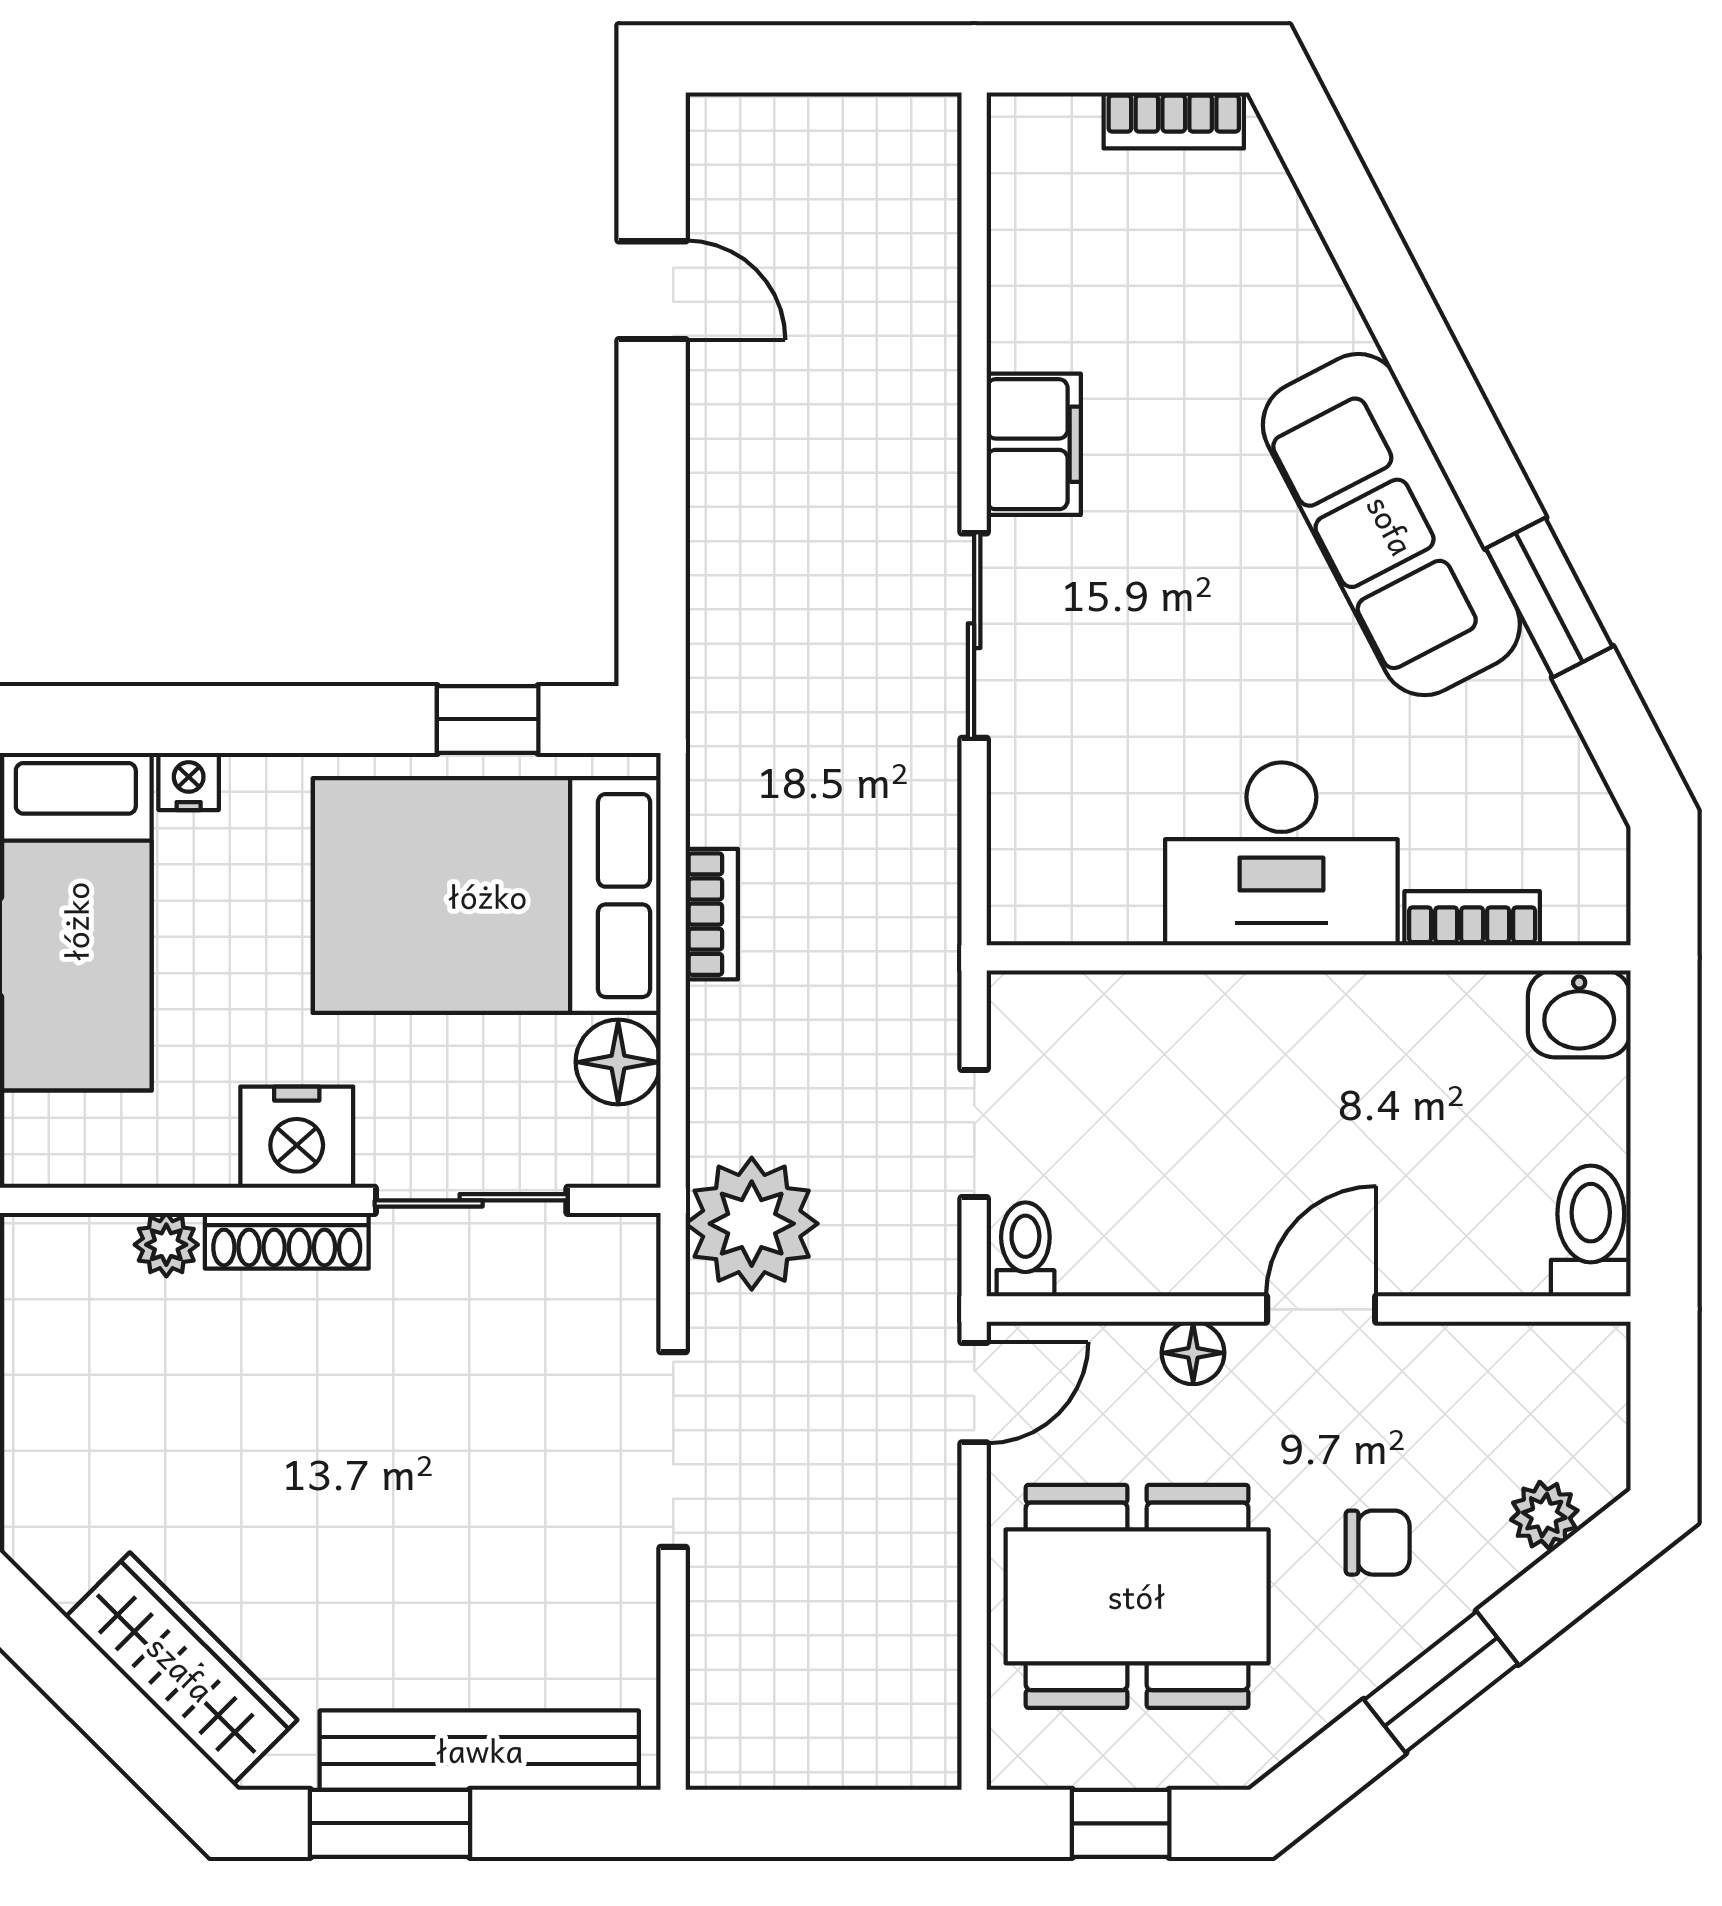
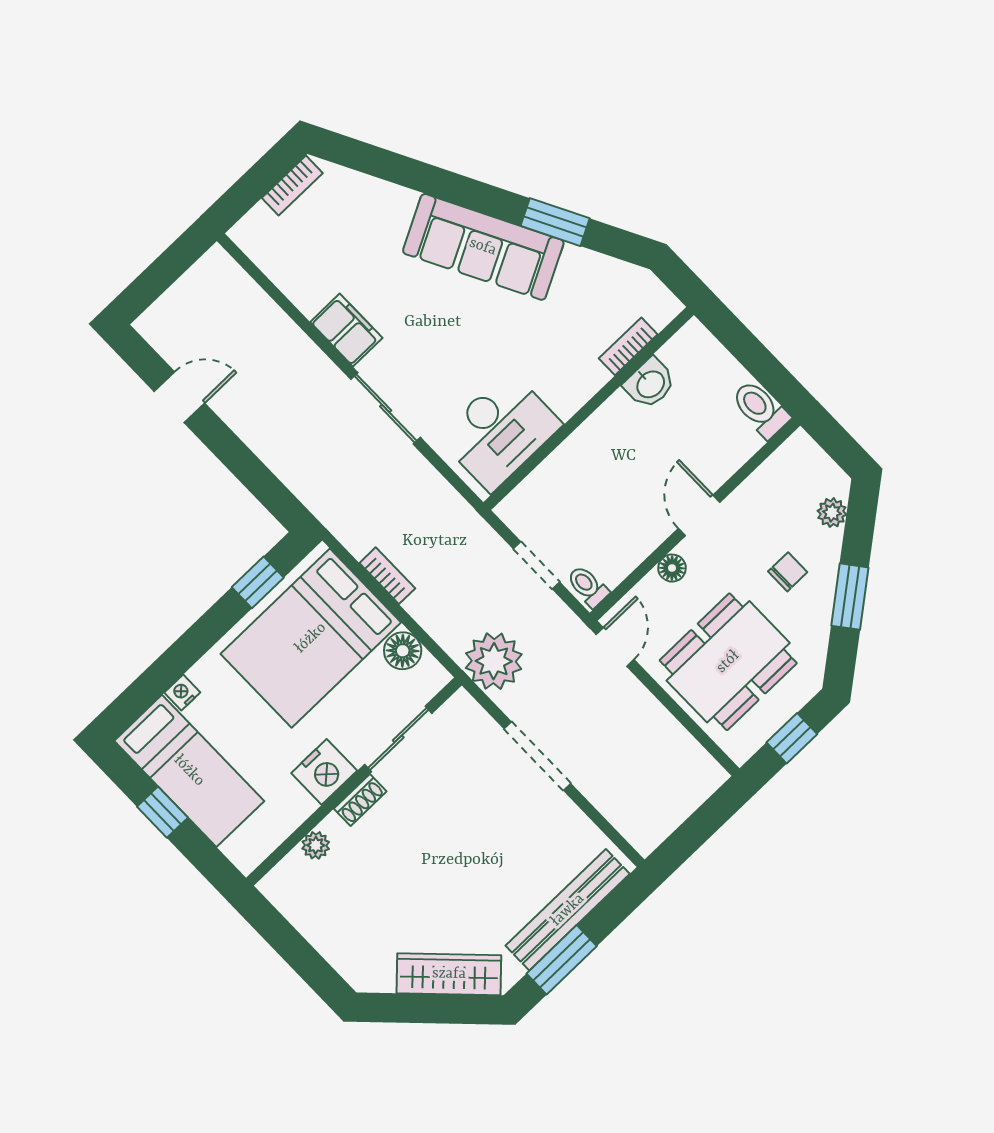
desk: (1281, 854) -> (500, 431), moved
washbasin: (1579, 1014) -> (650, 384), moved
shoe rack: (287, 1241) -> (360, 800), width x0.70

